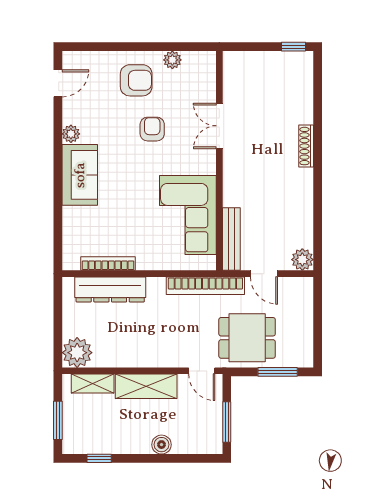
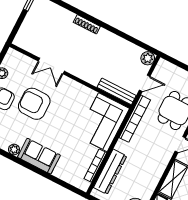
armchair: (152, 129) -> (34, 104), width x1.88, depth x1.88
corner sofa: (188, 215) -> (103, 122), moved, turned 90

